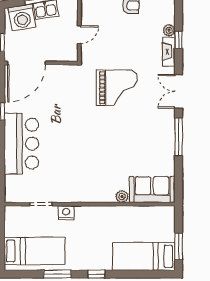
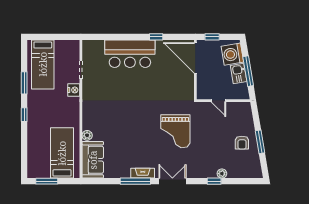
fireplace: (169, 52) -> (143, 173), moved
bed: (144, 256) -> (62, 153), moved

